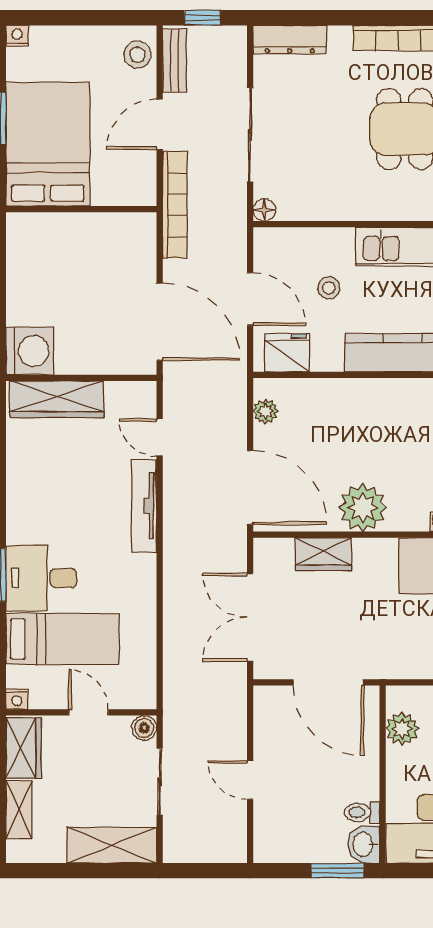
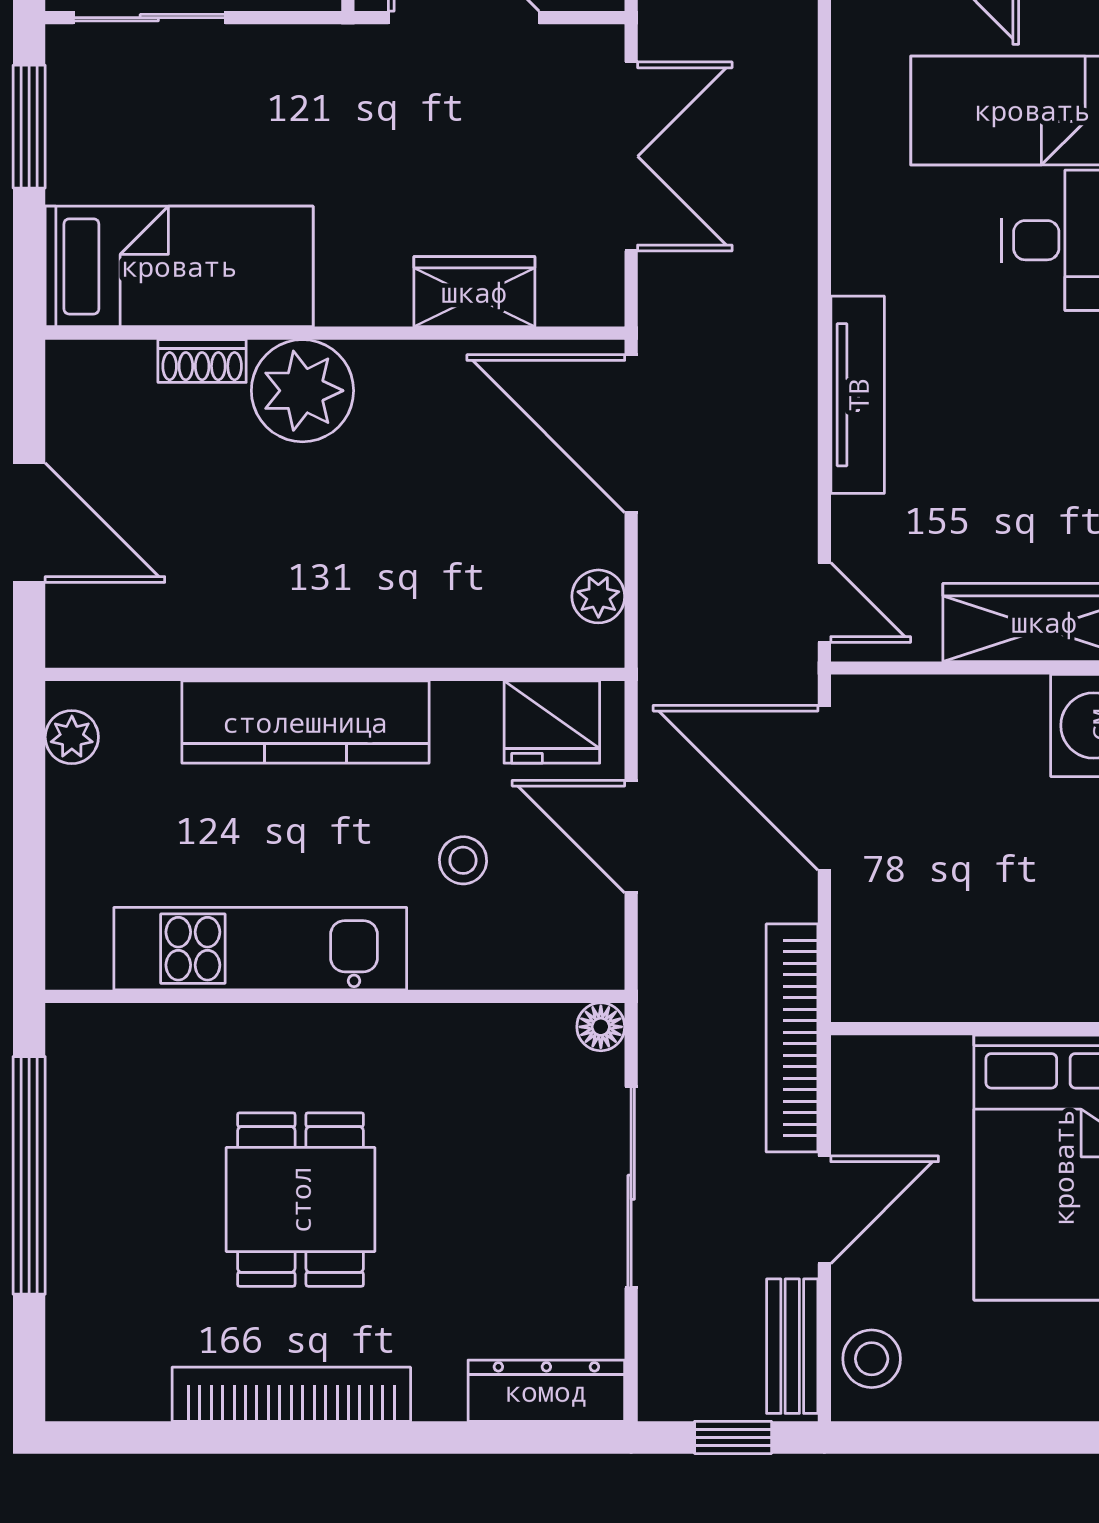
door: (160, 437) -> (824, 602), moved
plant: (363, 508) -> (302, 391), moved

